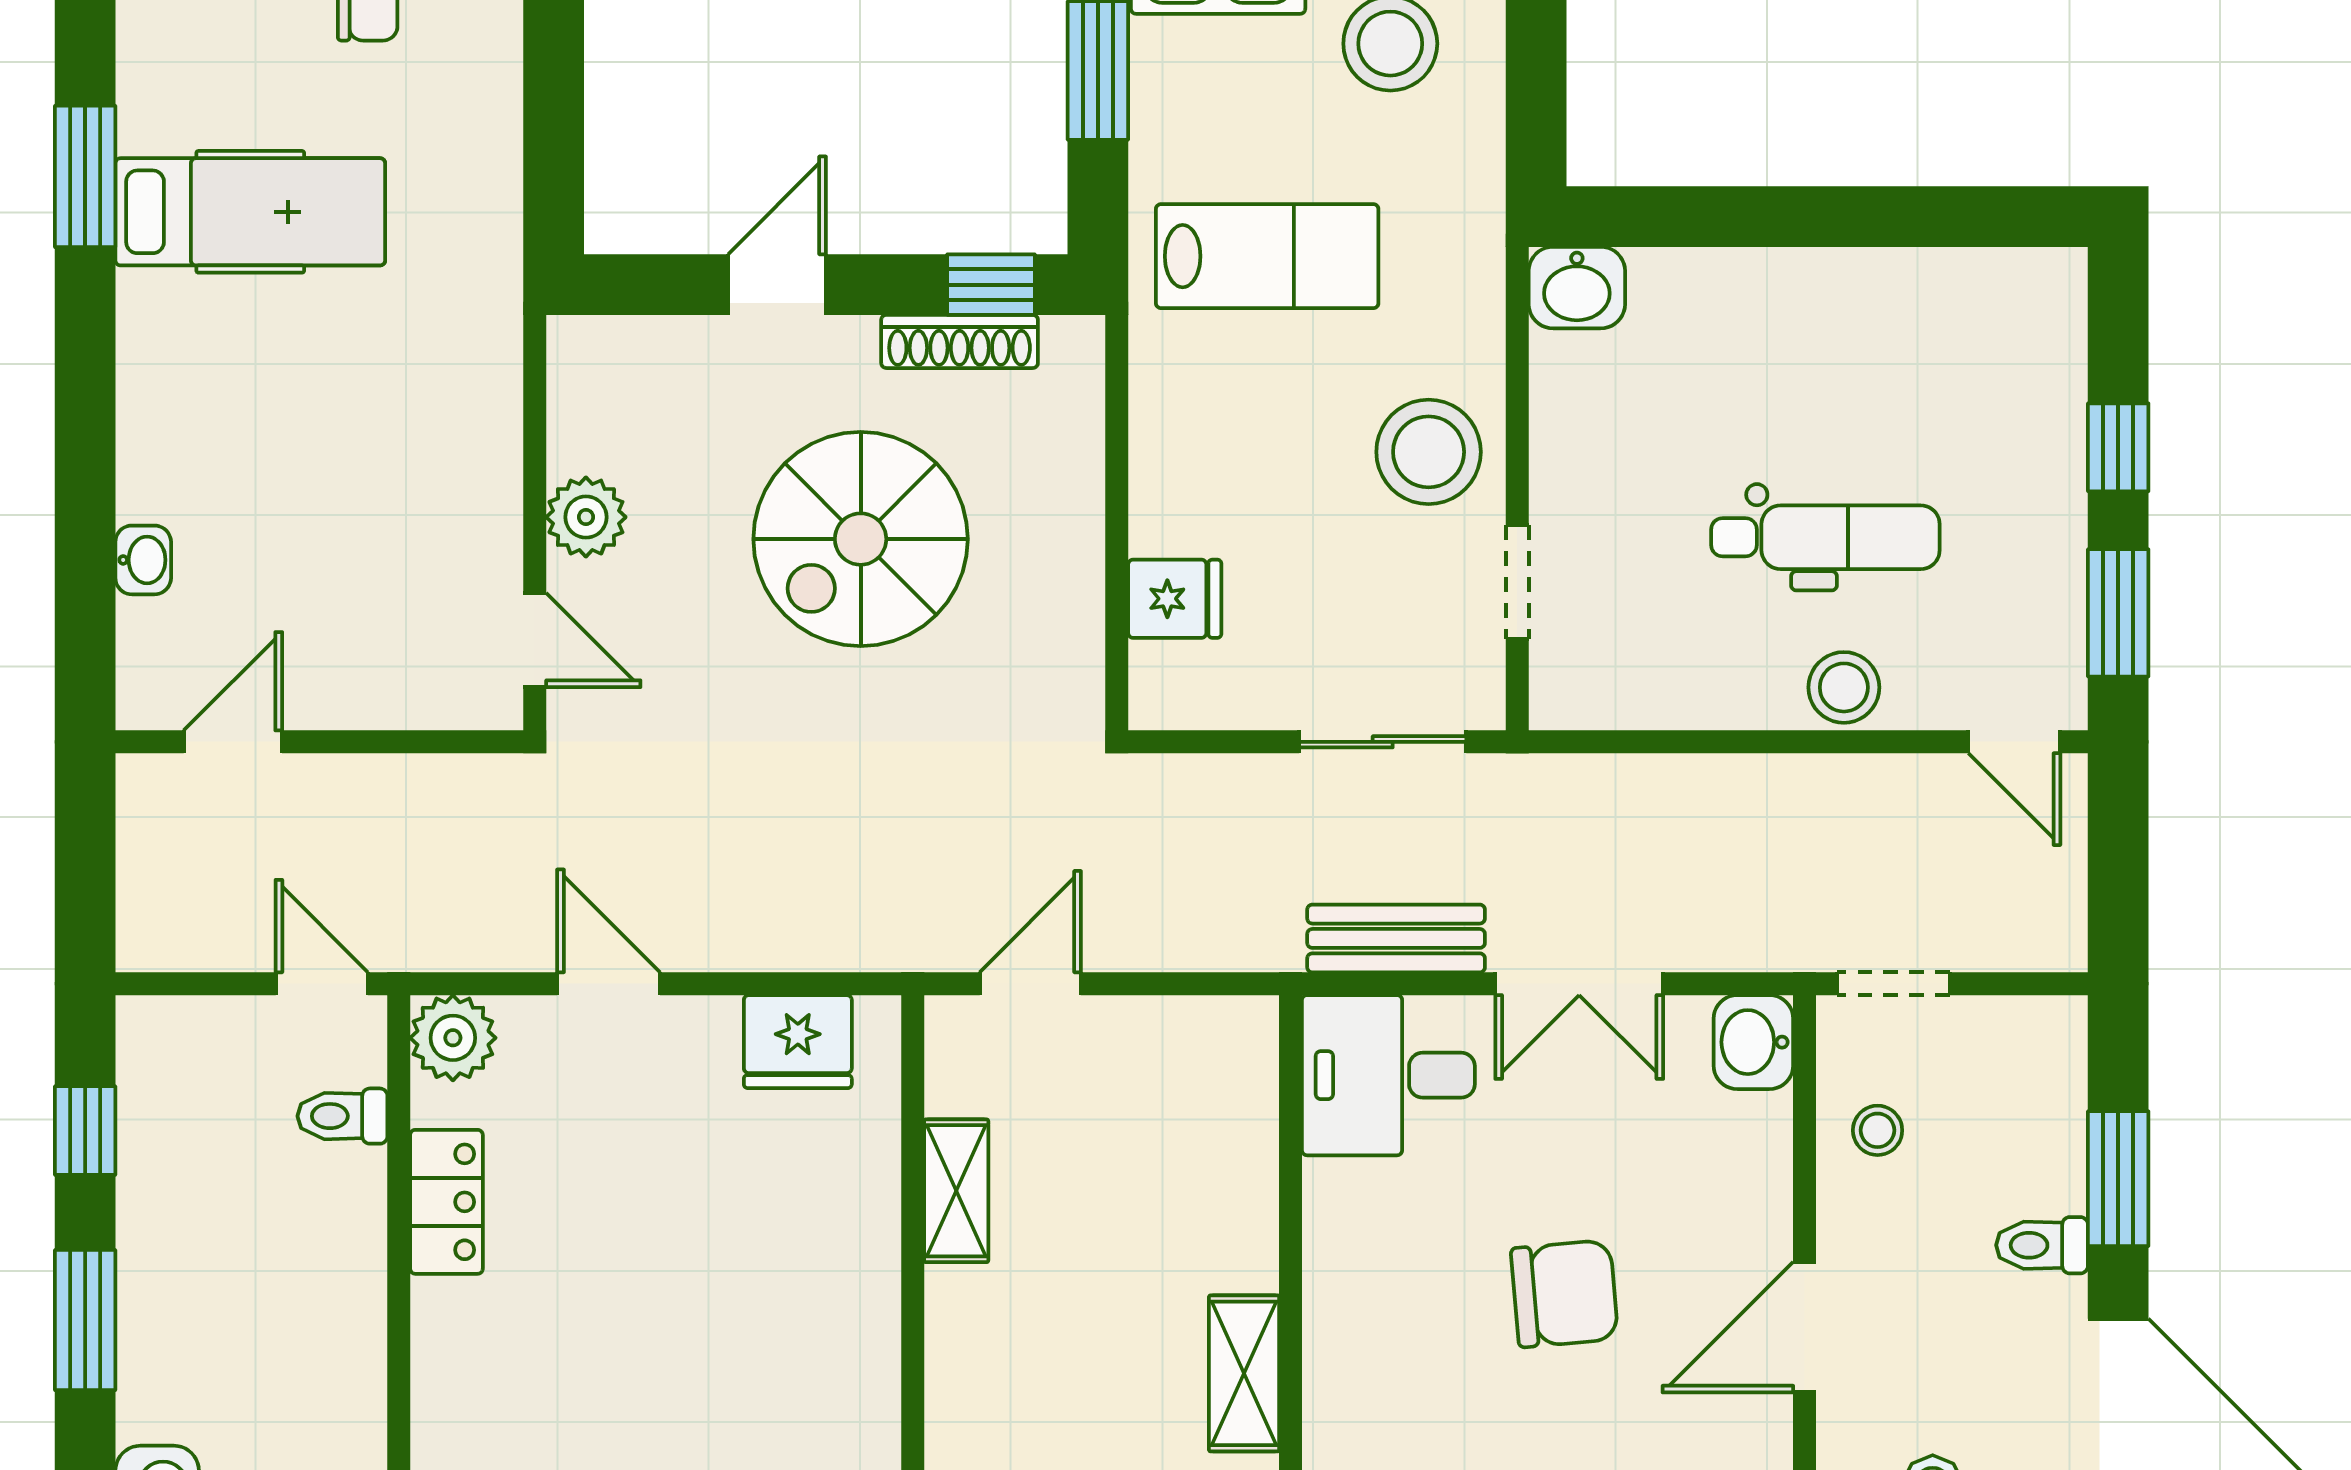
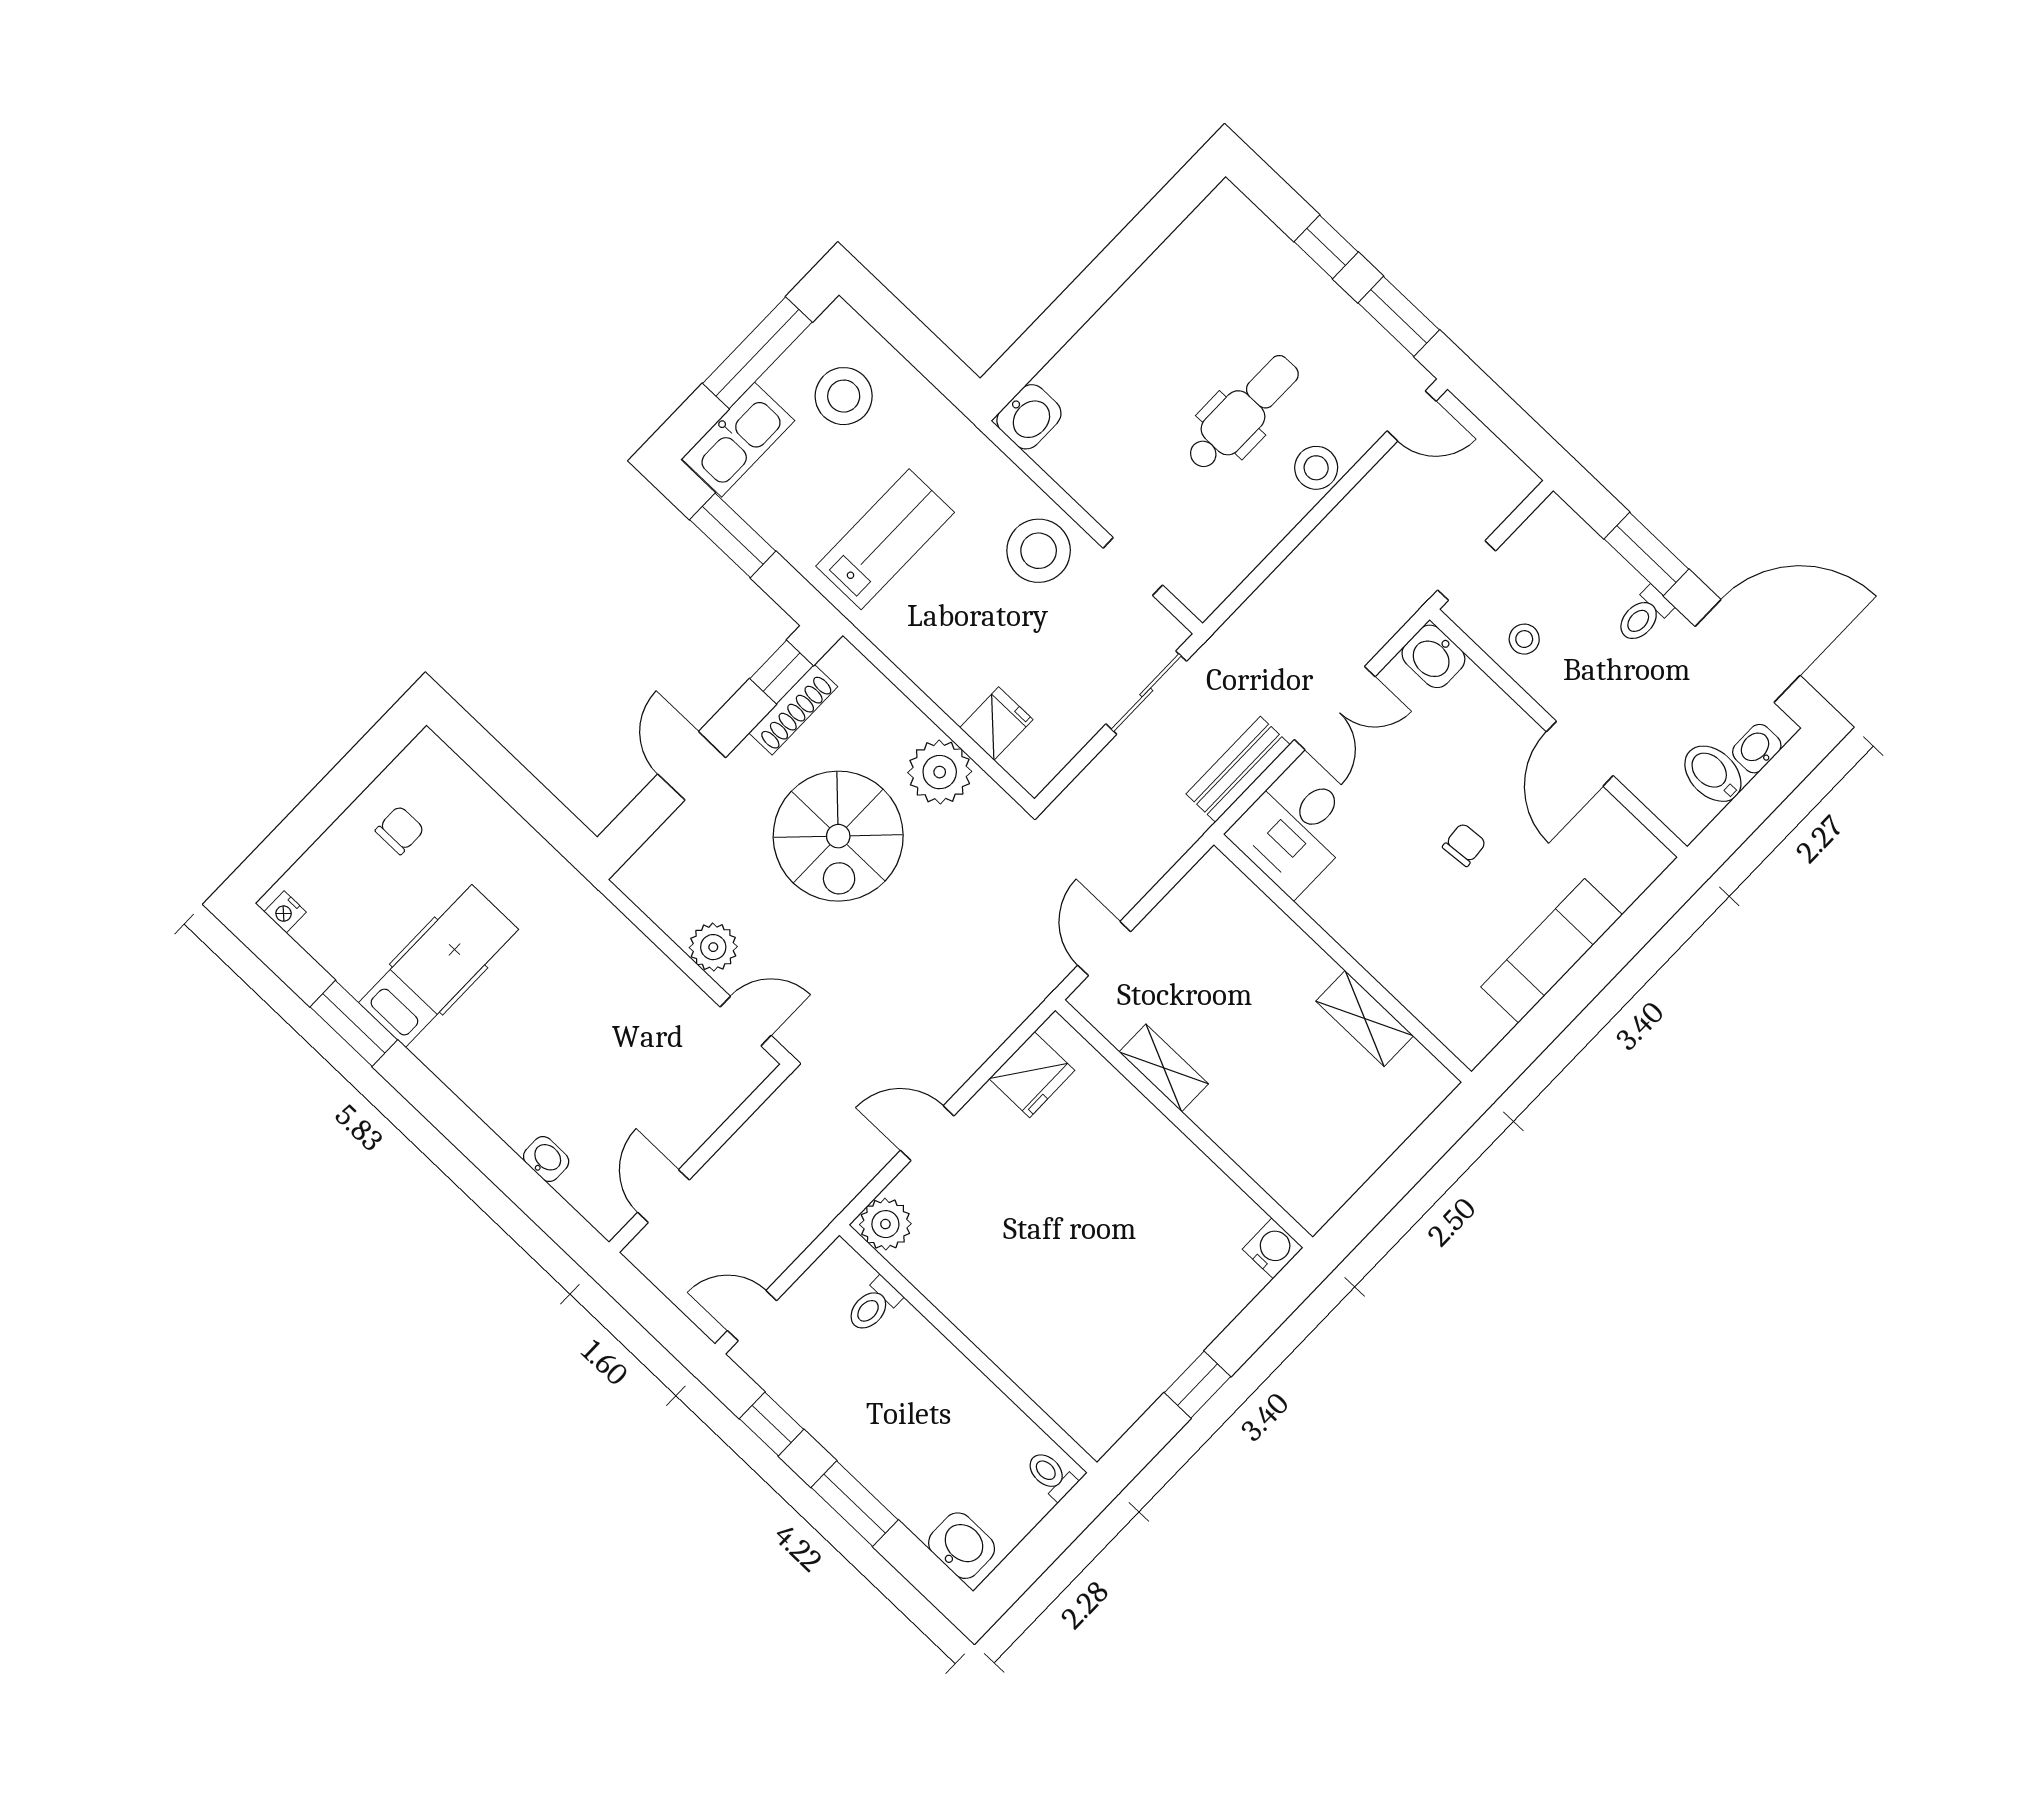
plant: (1053, 587) -> (940, 772), added
door: (322, 984) -> (752, 1316), moved
locker: (446, 1202) -> (955, 1296), removed
chair: (1565, 1294) -> (1464, 845), width x0.54, depth x0.54

